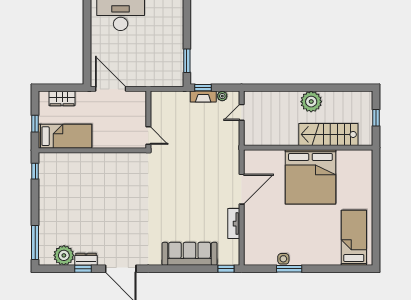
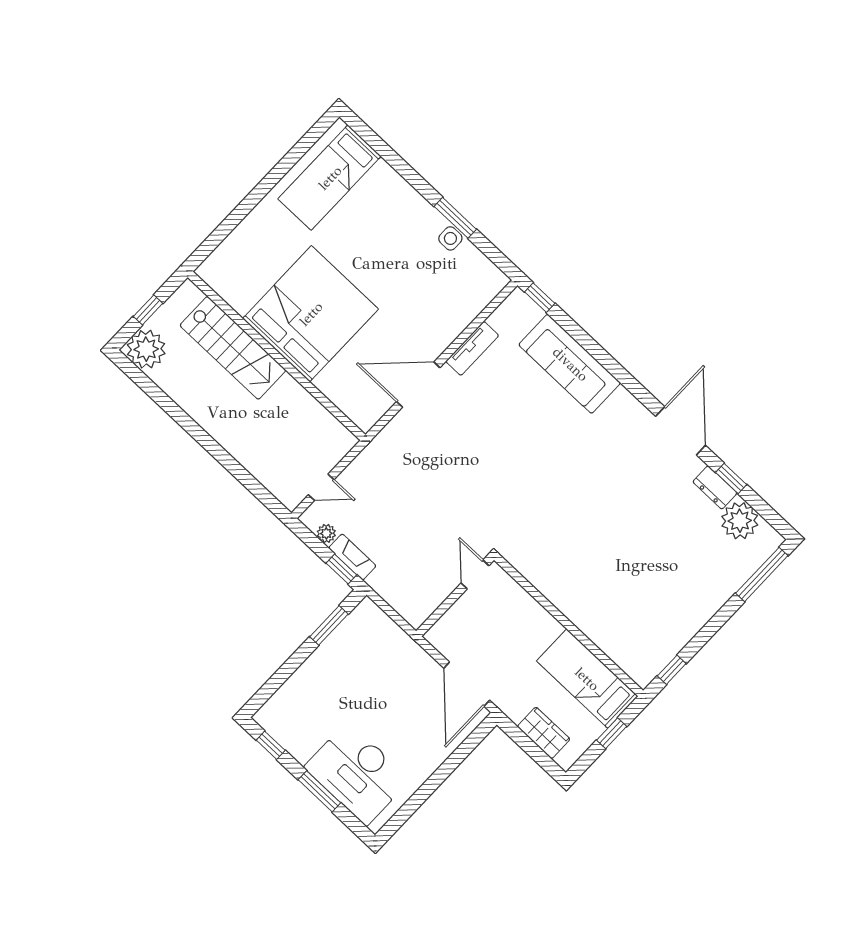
plant: (311, 102) -> (146, 349), moved

